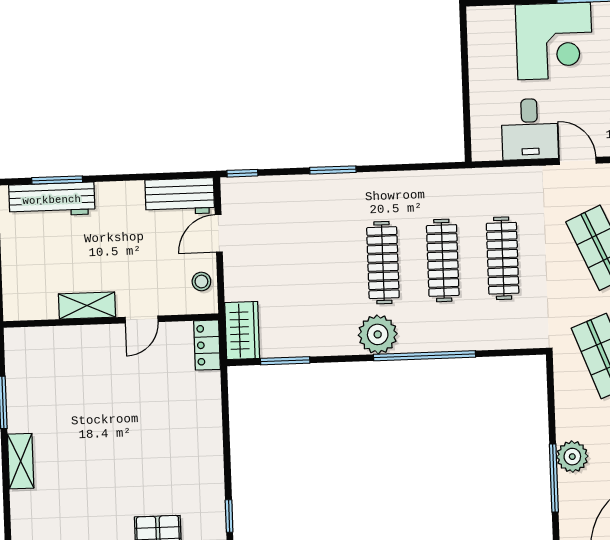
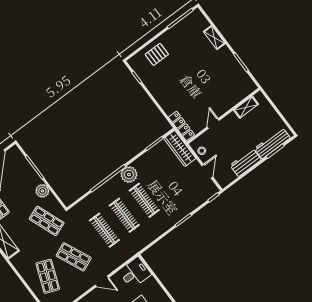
desk: (530, 129) -> (135, 273), moved, turned 90
workbench: (180, 197) -> (246, 162), moved
shelving: (87, 305) -> (246, 107), moved
wardrobe: (242, 331) -> (180, 148), width x1.50
locker: (207, 345) -> (181, 126), width x1.53
plant: (572, 457) -> (42, 191), moved
shelving: (21, 461) -> (214, 38), moved

